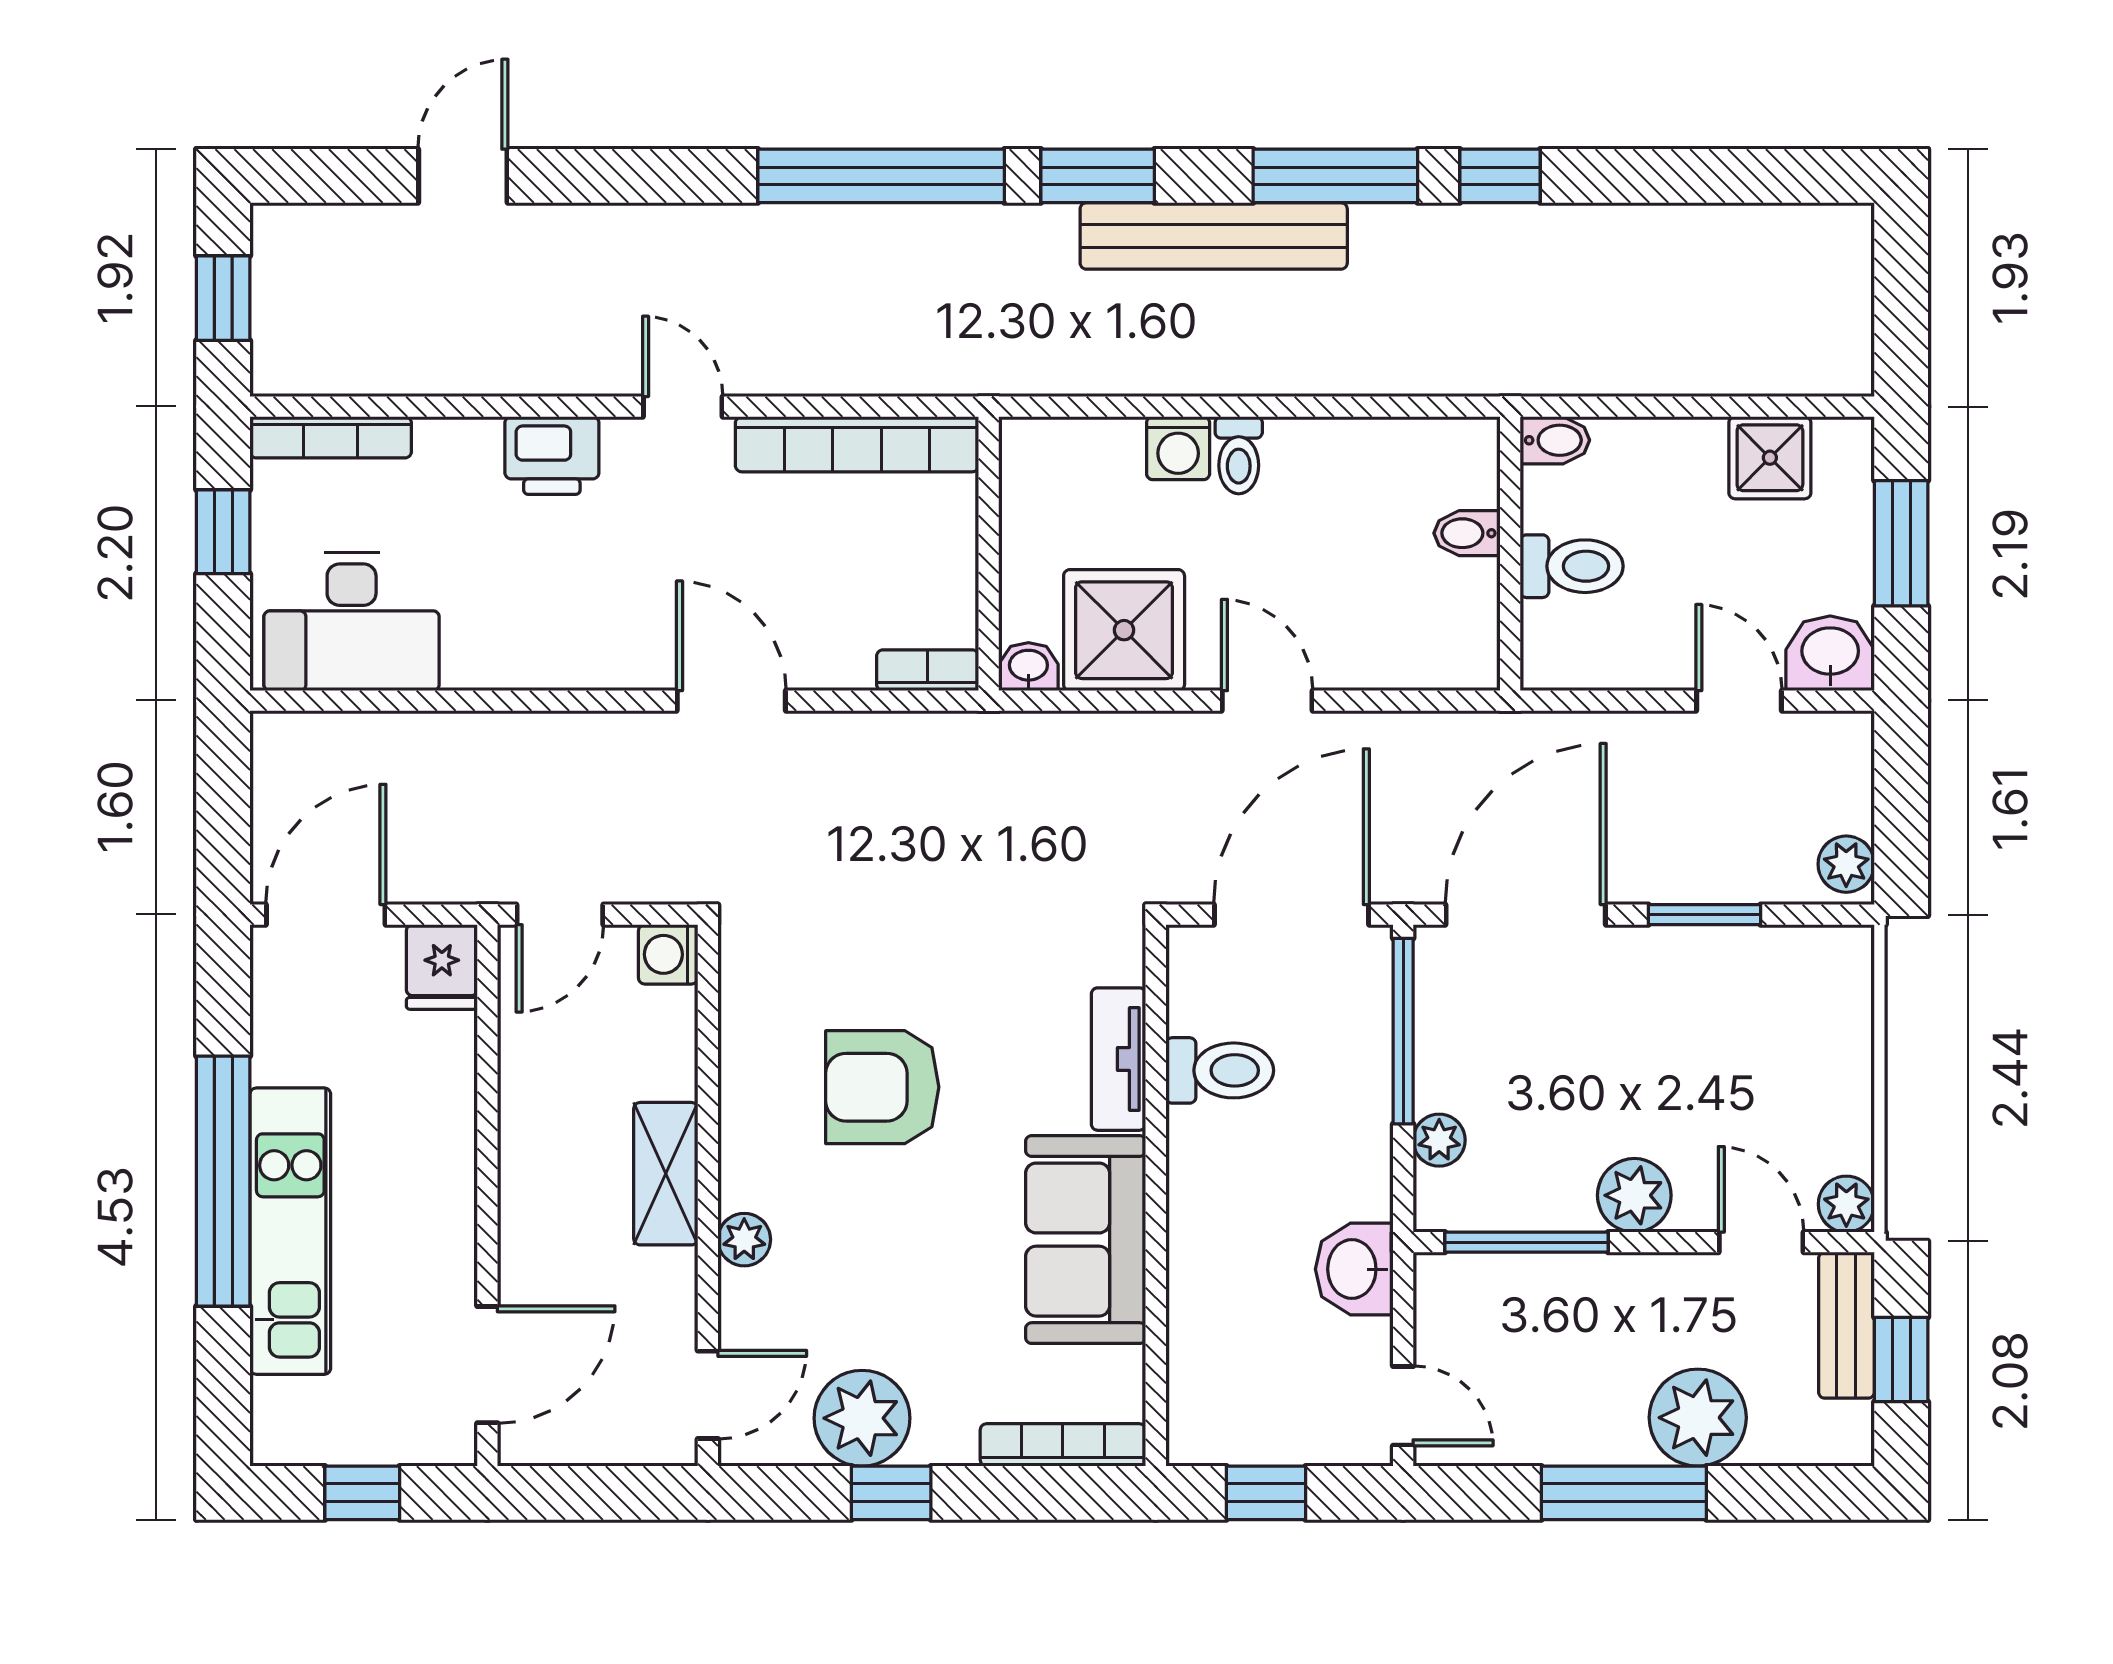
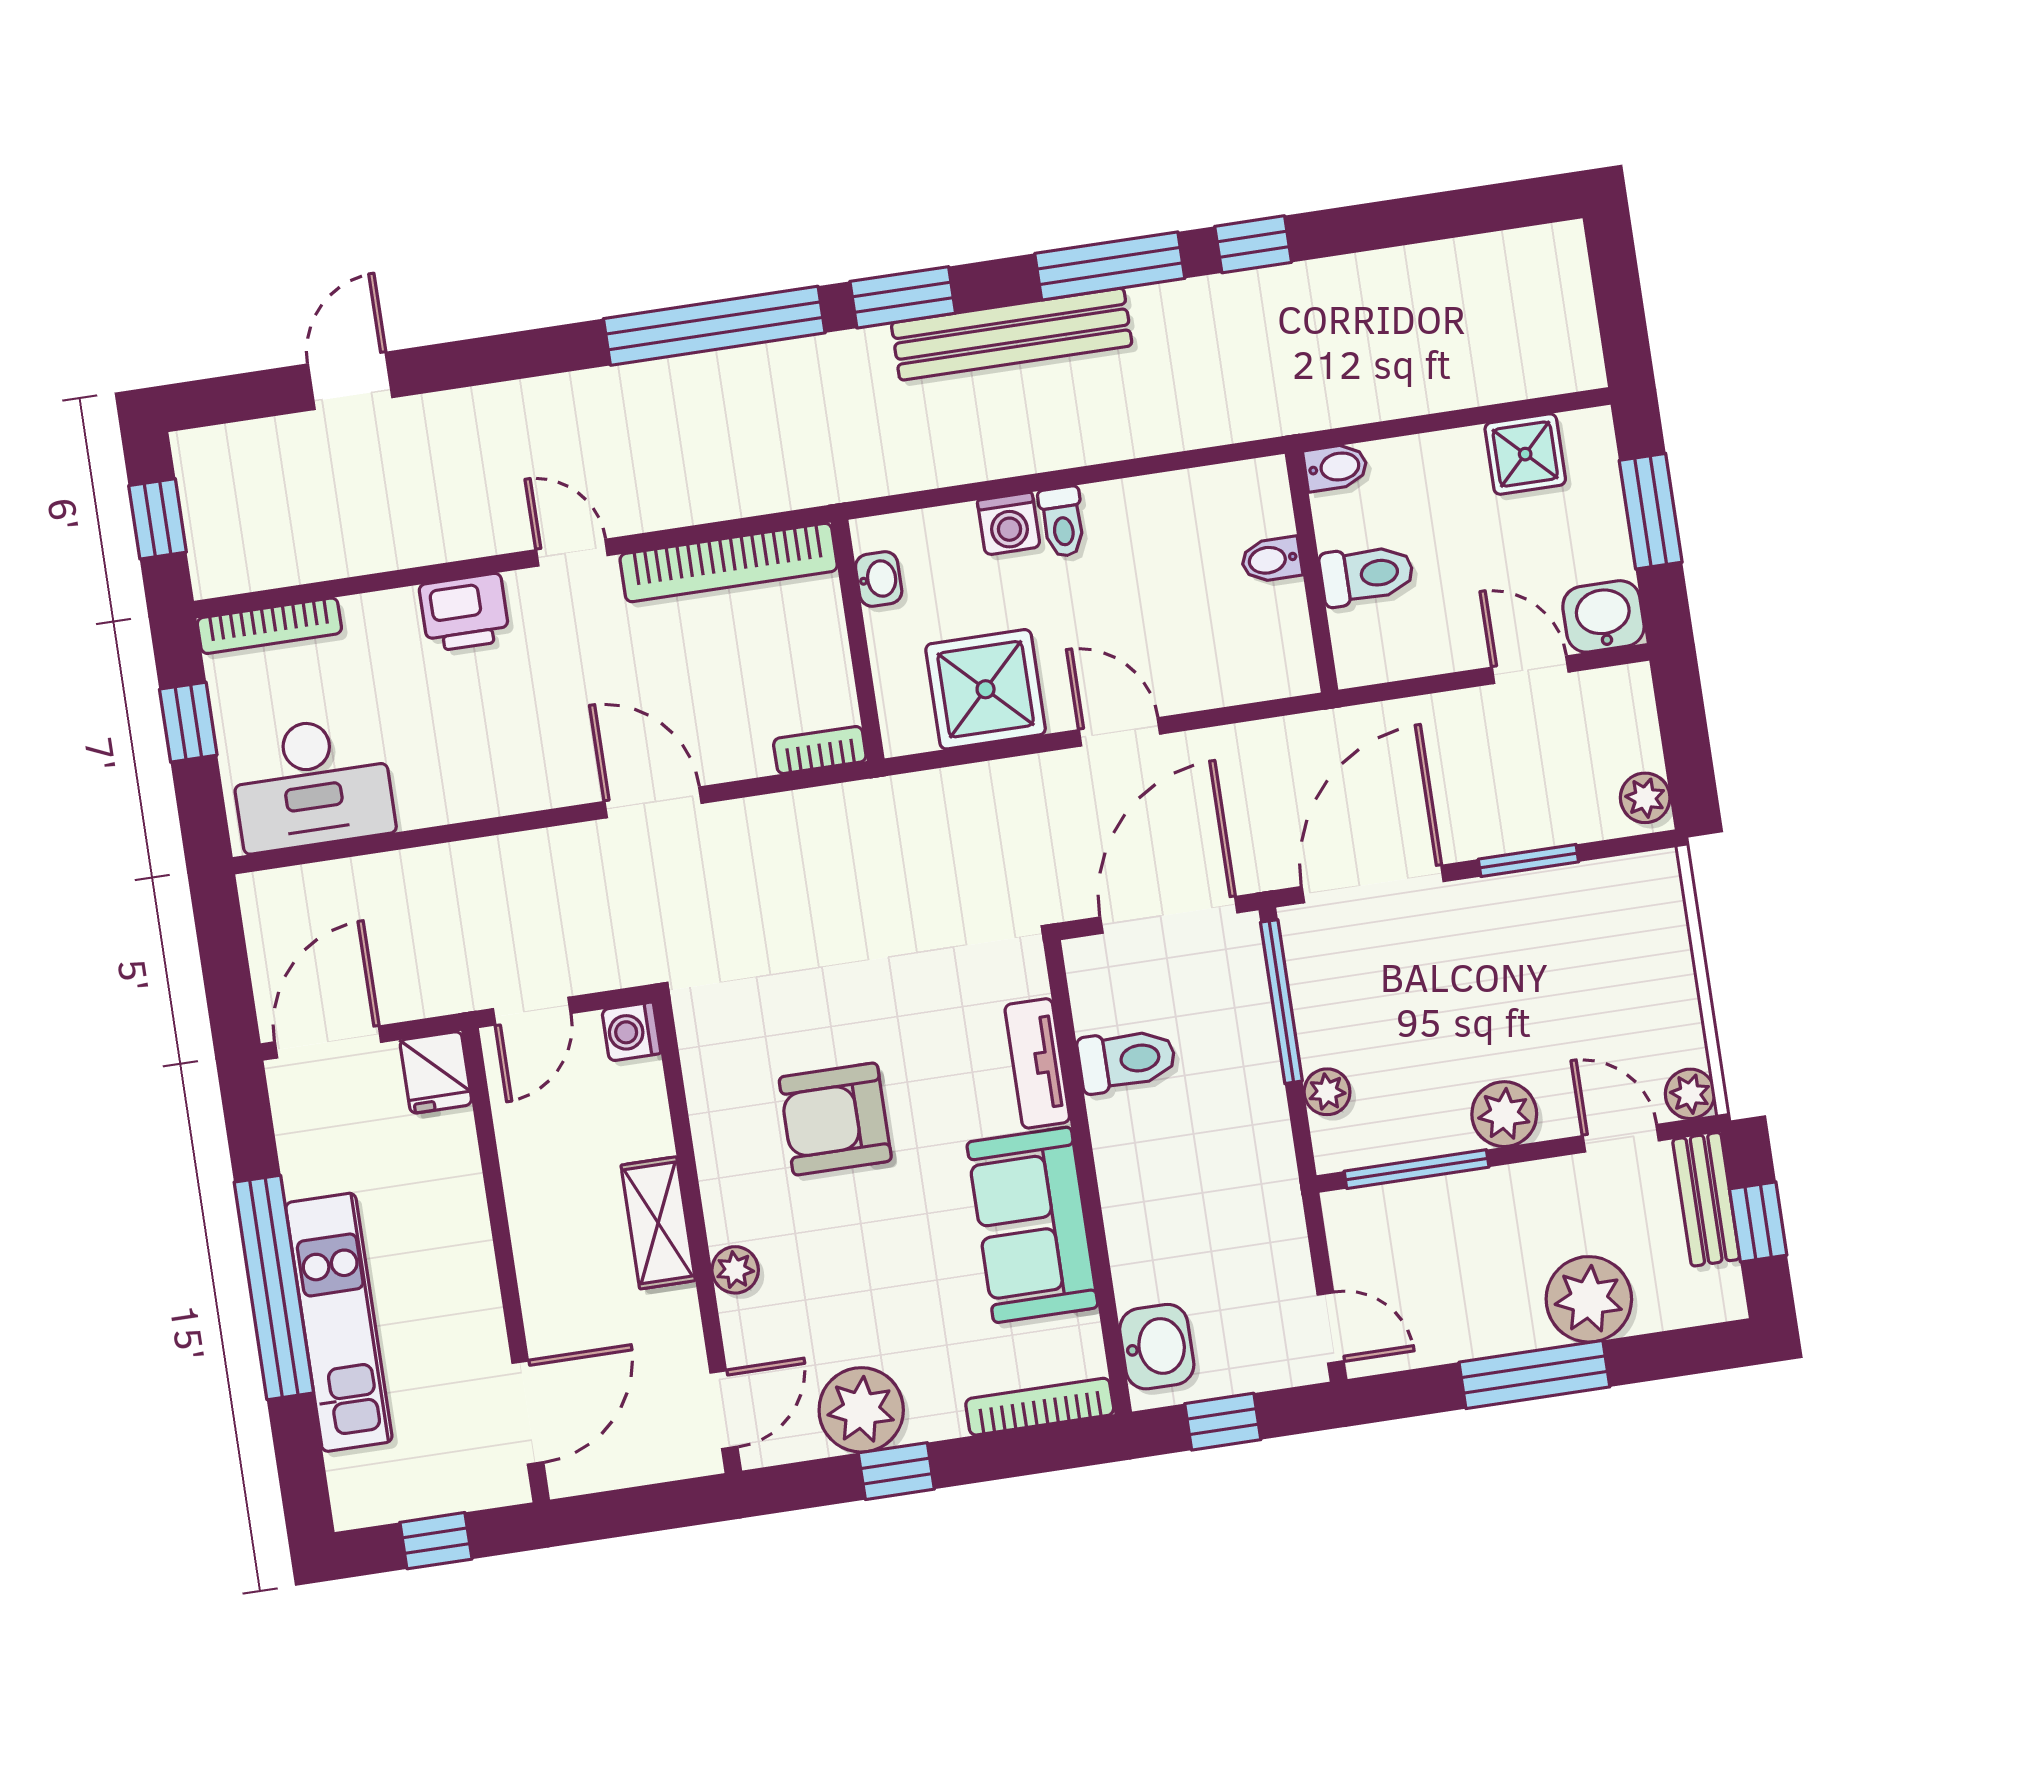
washbasin: (1028, 667) -> (879, 579), moved, turned 90
washbasin: (1354, 1269) -> (1157, 1347), moved, turned 180

